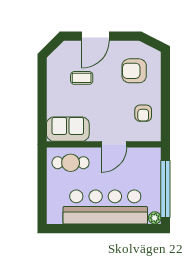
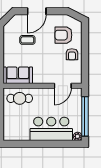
armchair: (143, 113) -> (72, 54), moved
door: (114, 144) -> (63, 86), moved
bar counter: (105, 207) -> (51, 129), width x0.73

